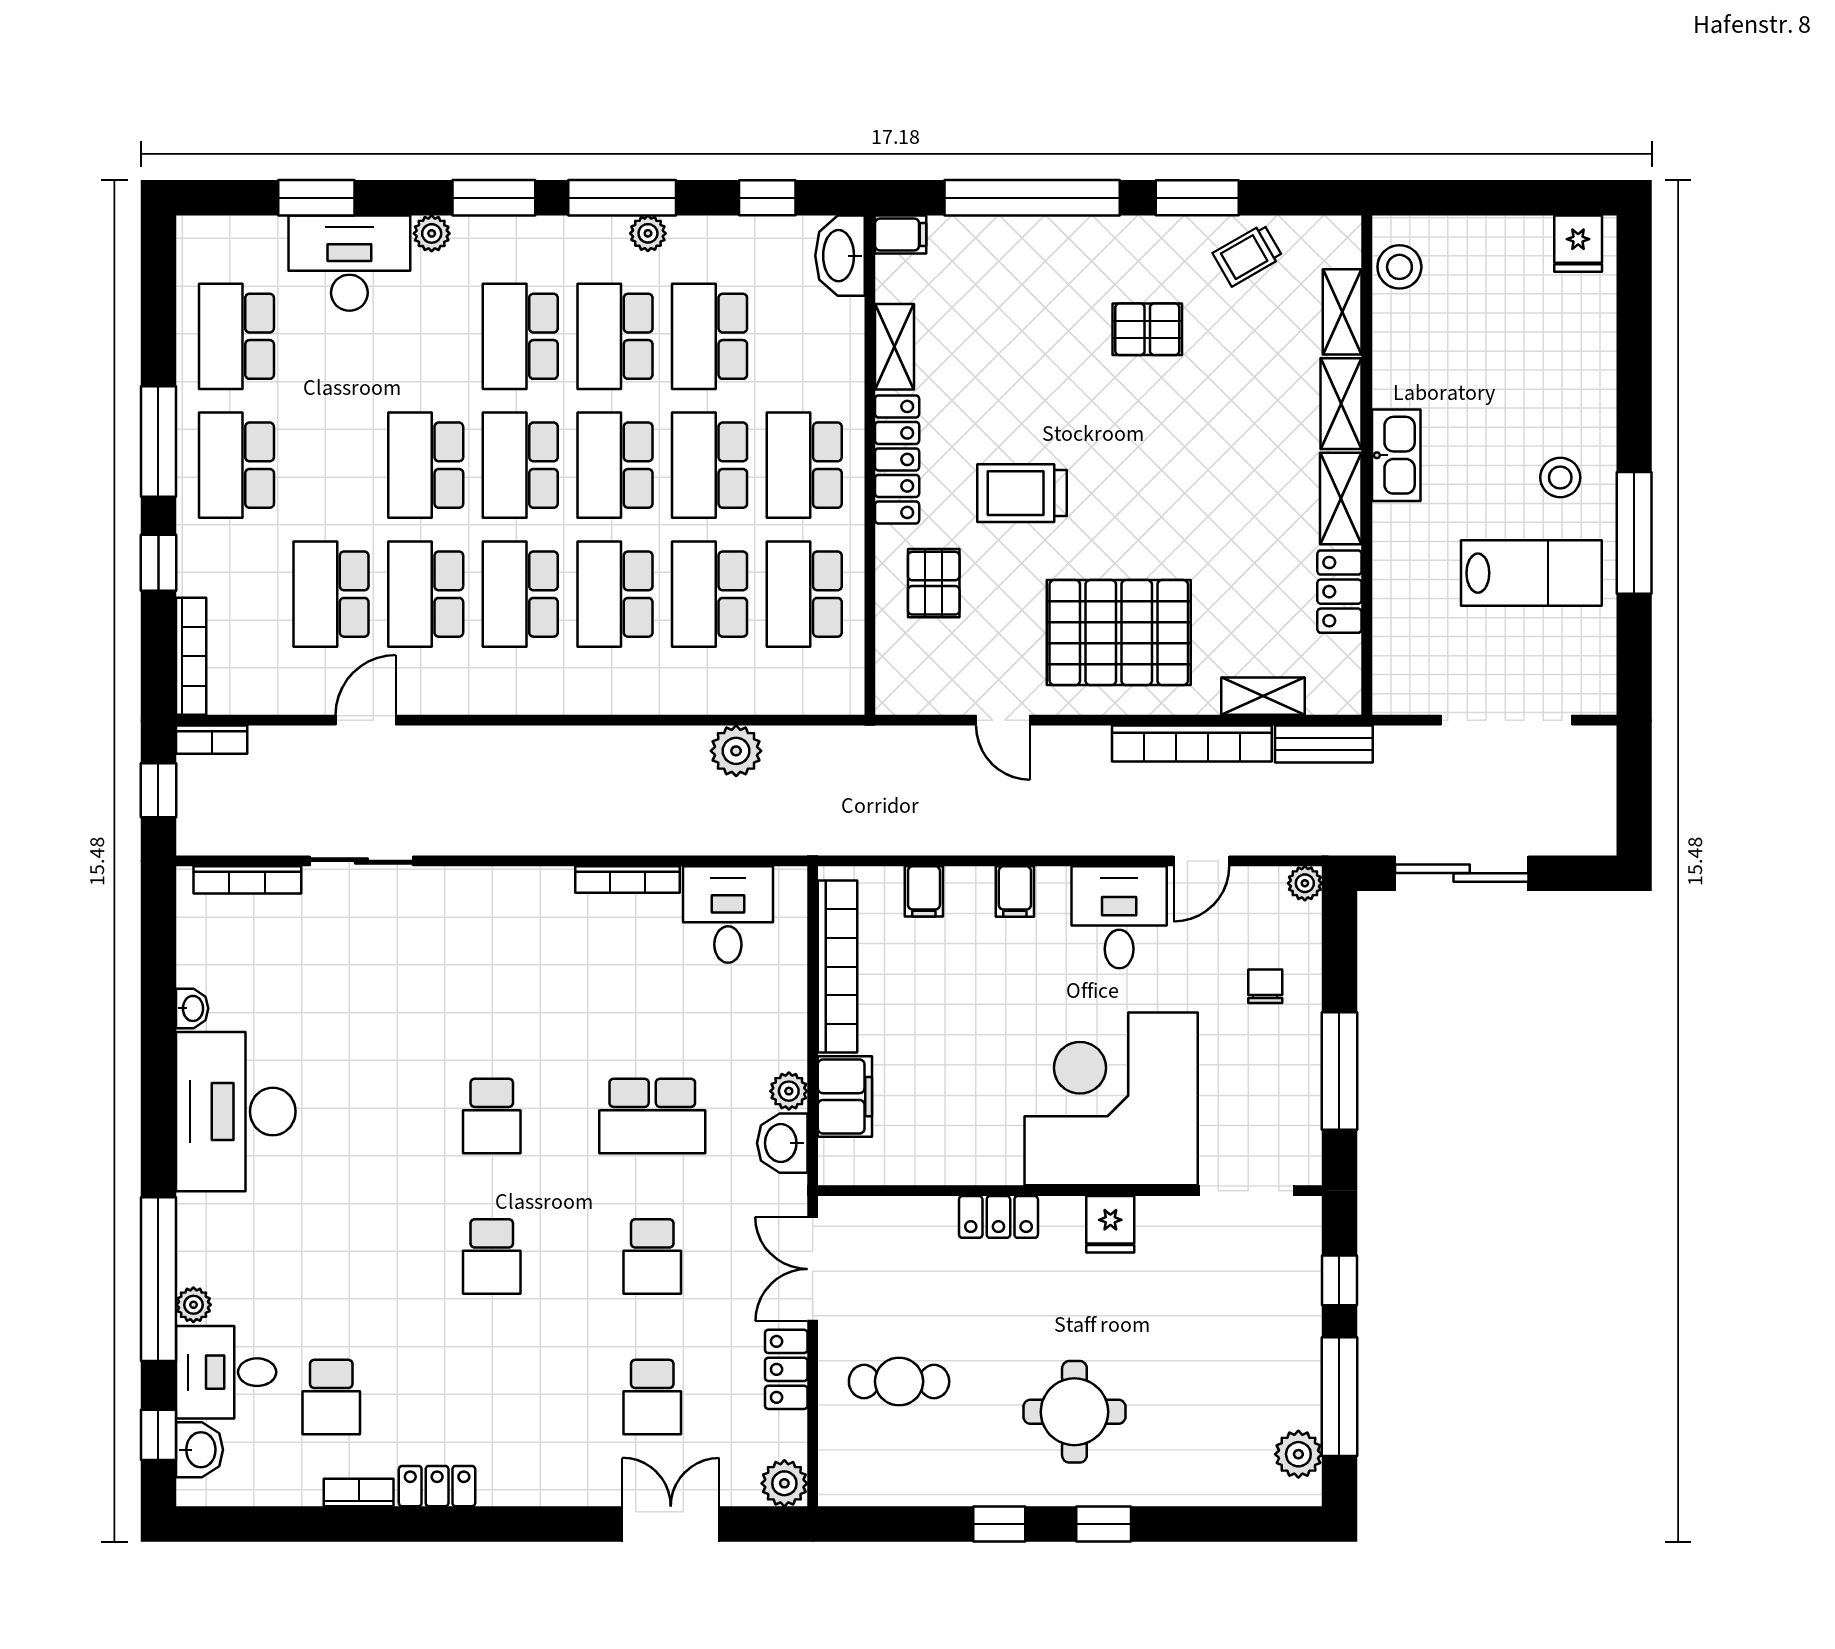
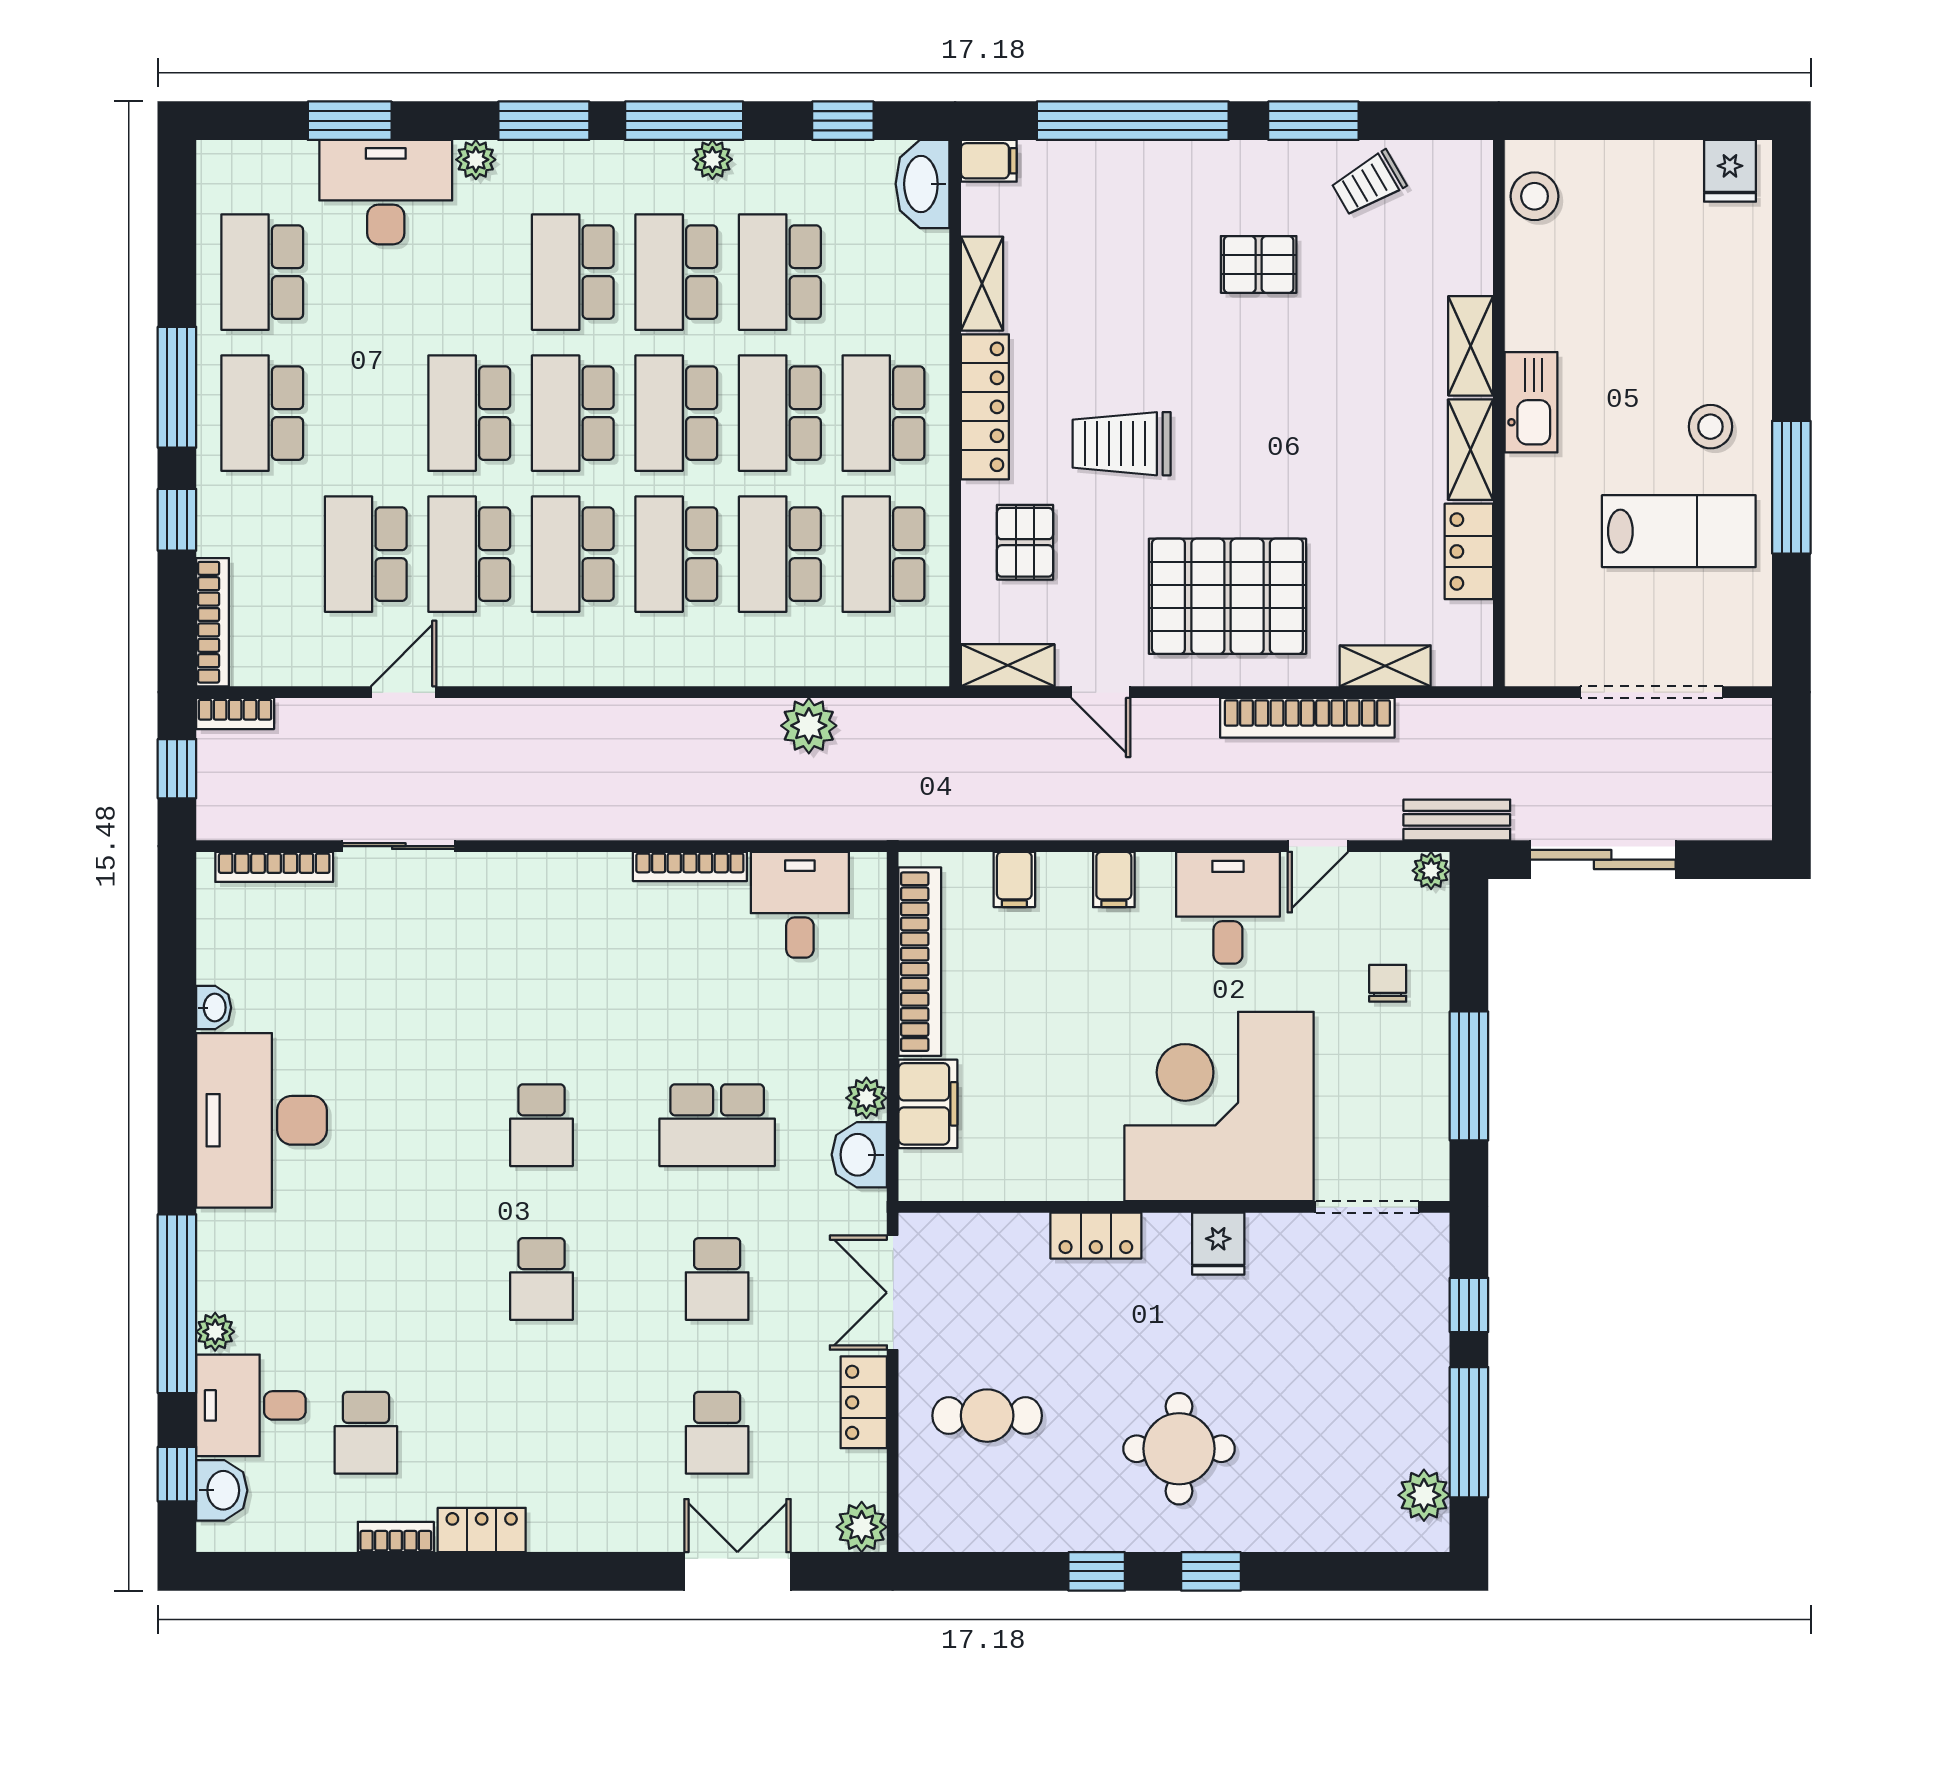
shelving: (1342, 312) -> (1008, 665), moved, turned 90
bench: (1324, 744) -> (1457, 820), moved

